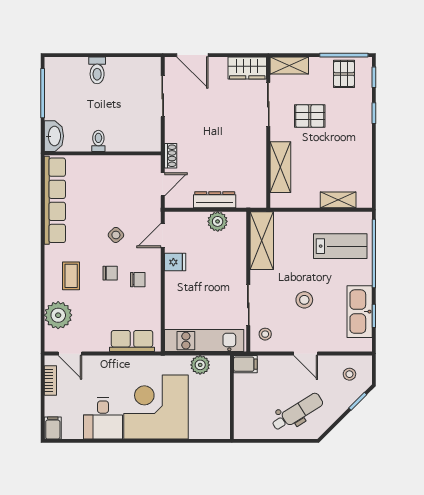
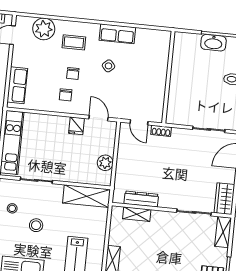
pallet: (310, 116) -> (181, 244), removed
washbasin: (54, 136) -> (213, 43), moved
toilet: (98, 141) -> (179, 75), removed
shelving: (280, 167) -> (137, 214), width x0.67, depth x0.75
row of seats: (55, 200) -> (117, 34), width x0.50
dresser: (215, 200) -> (141, 199), moved, turned -90
side table: (116, 235) -> (109, 66), moved
stool: (265, 334) -> (12, 208), moved

